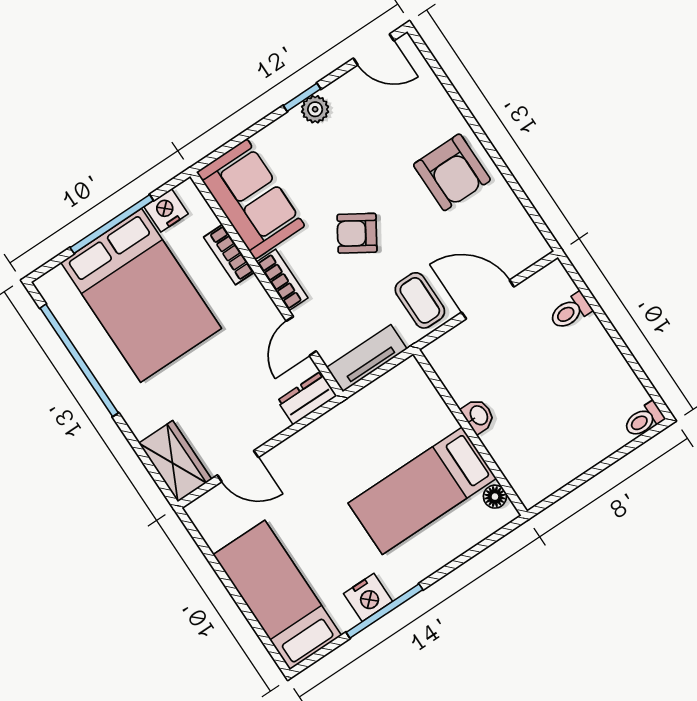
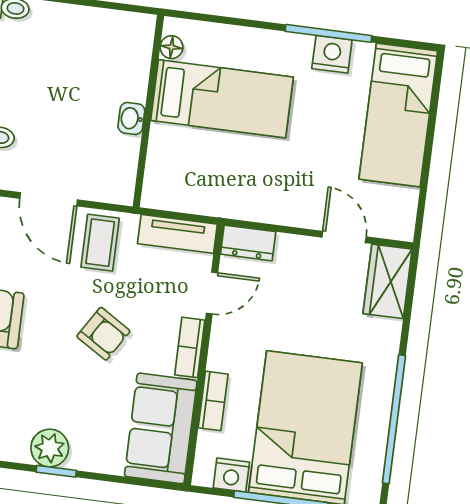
plant: (315, 109) -> (50, 448), width x1.38, depth x1.38

